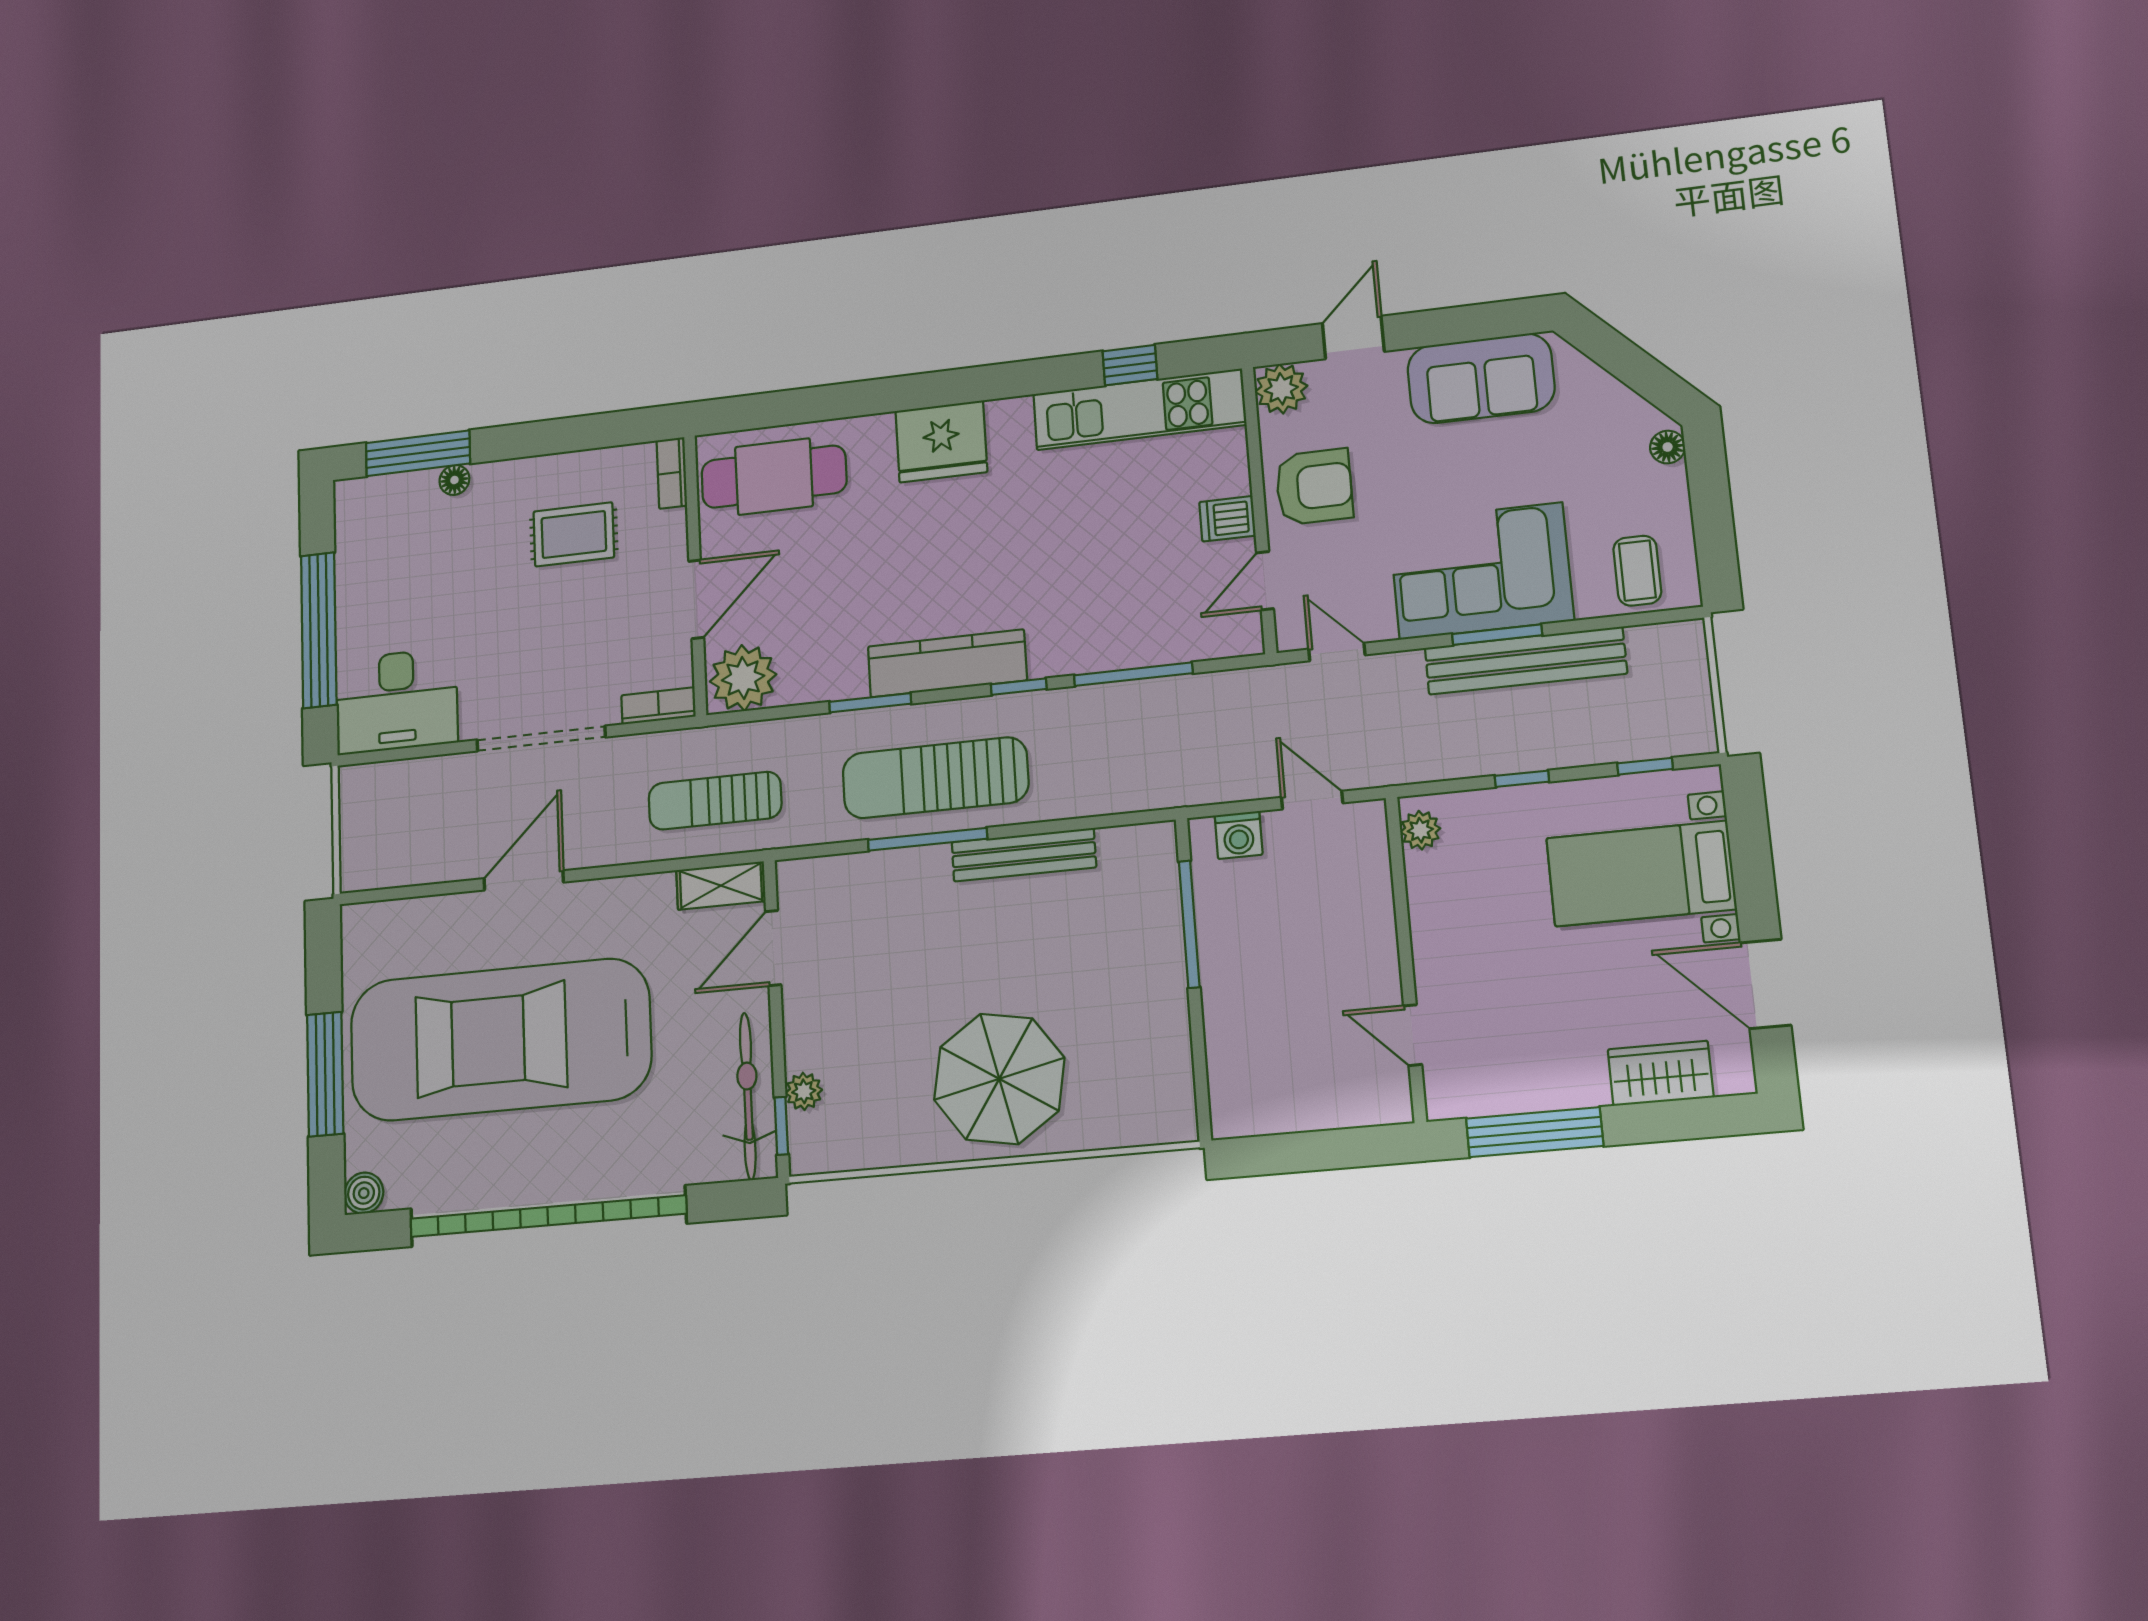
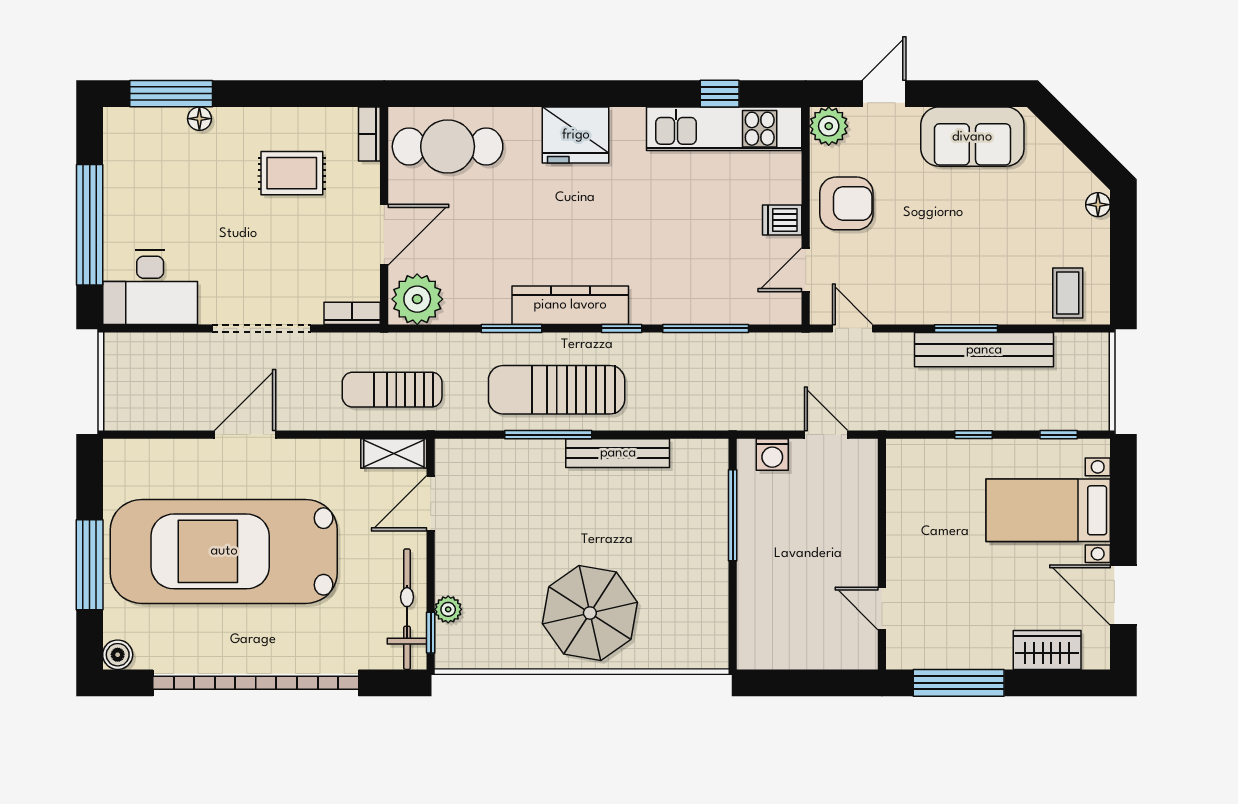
corner sofa: (1481, 571) -> (959, 280), removed
plant: (1420, 830) -> (900, 464), removed

